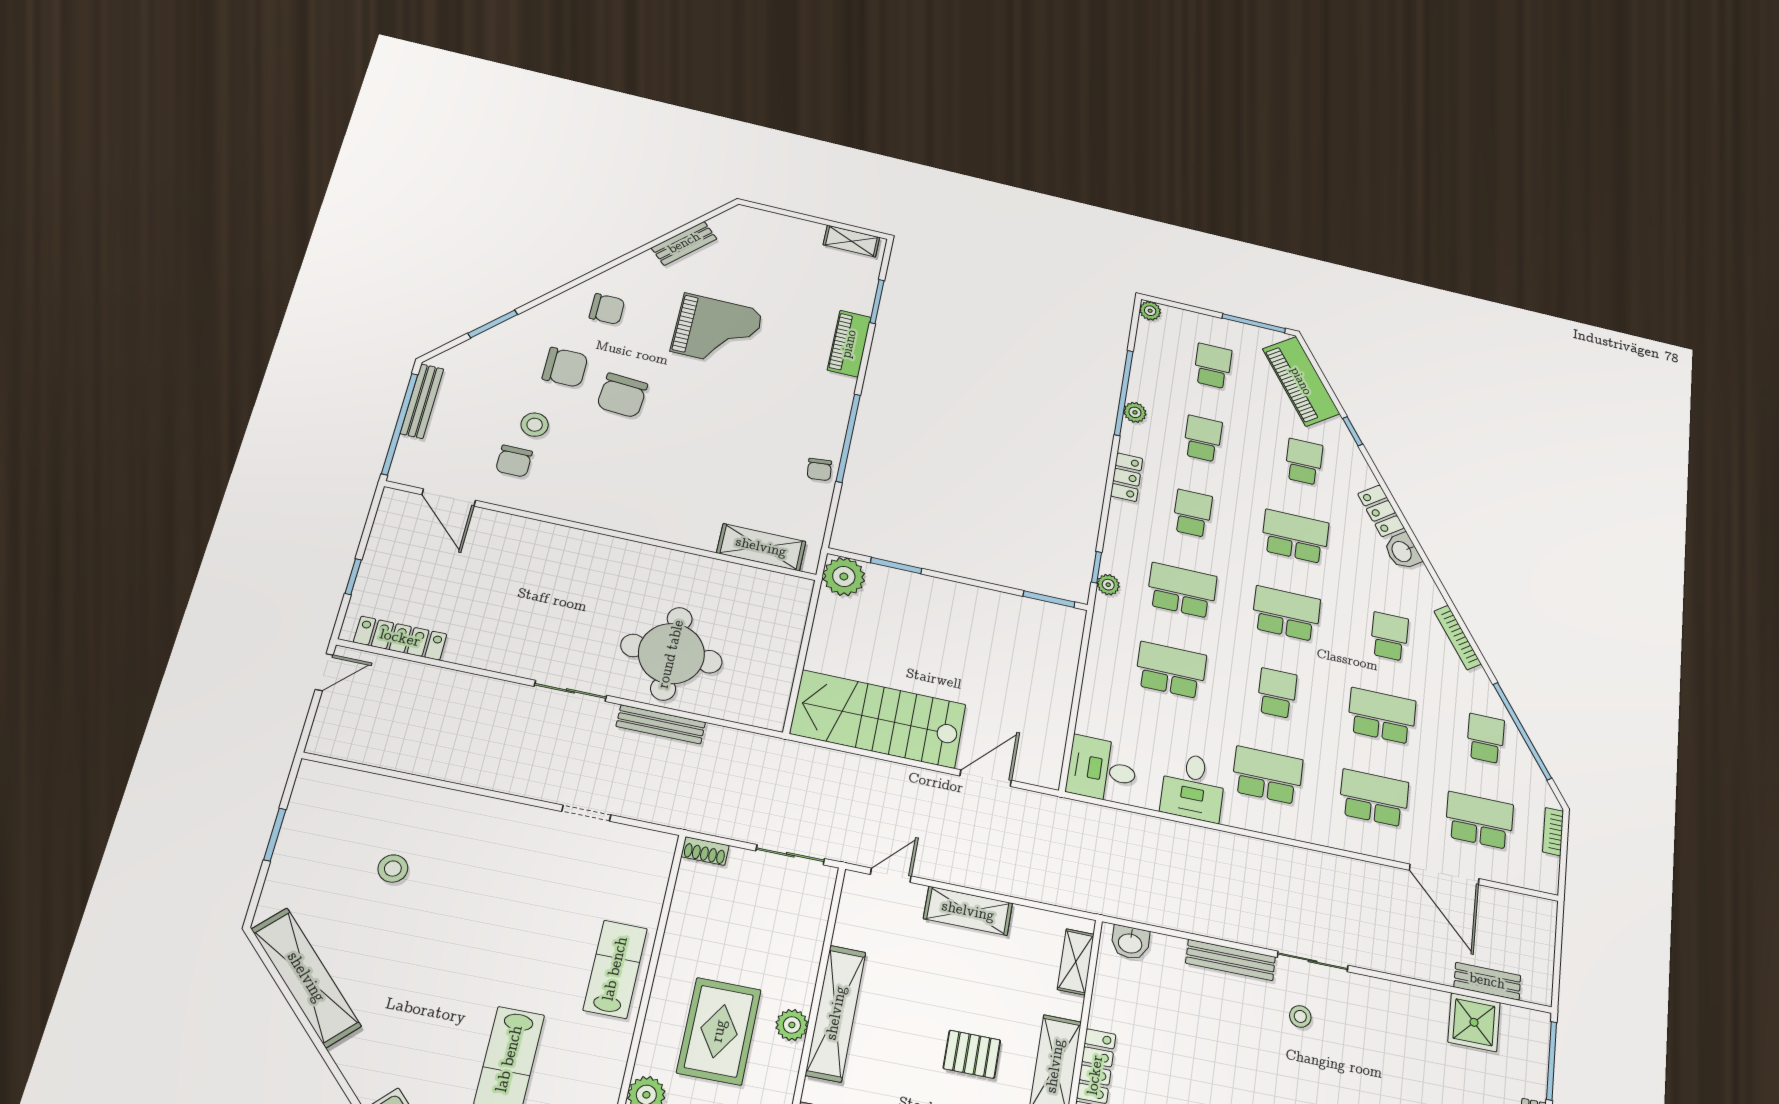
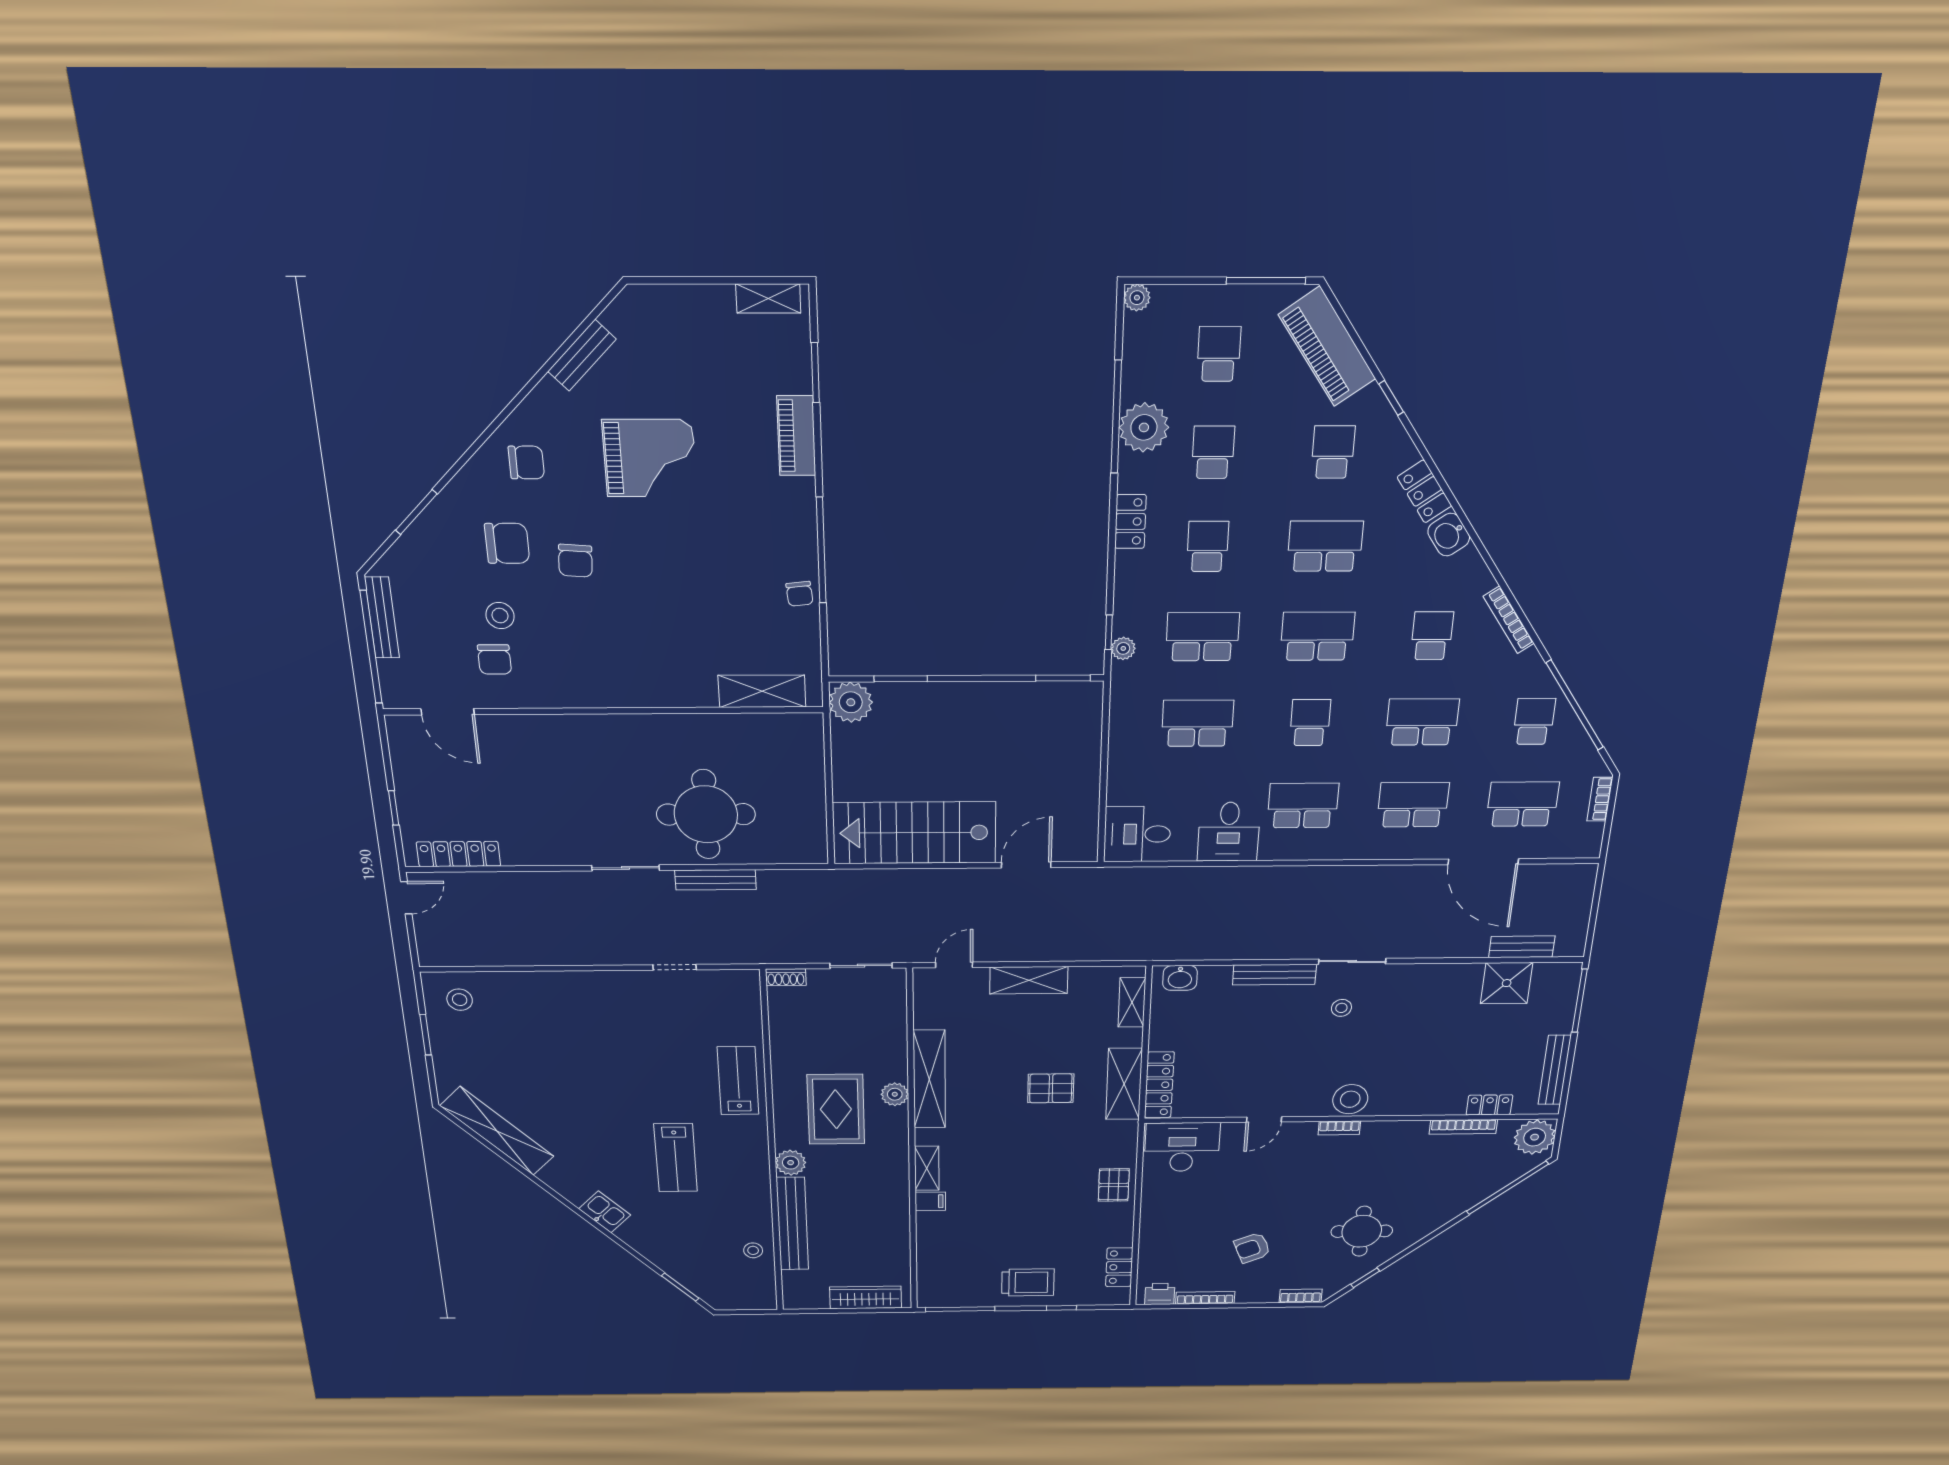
chair: (622, 395) -> (575, 561), width x0.73, depth x0.73
plant: (1135, 412) -> (1144, 427), width x1.87, depth x1.87
stool: (393, 869) -> (460, 1000), moved

